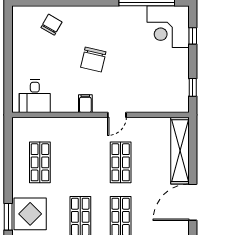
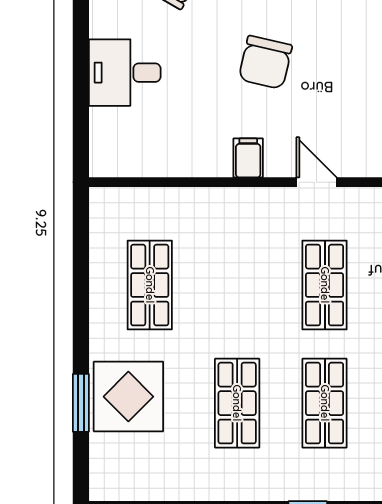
desk: (35, 96) -> (125, 73), moved, turned 90
door: (117, 115) -> (317, 182), swing flipped

